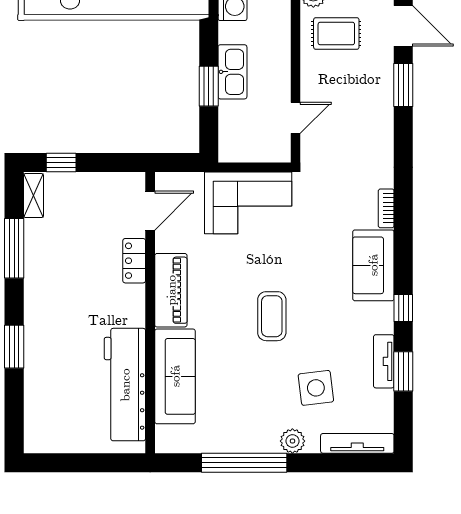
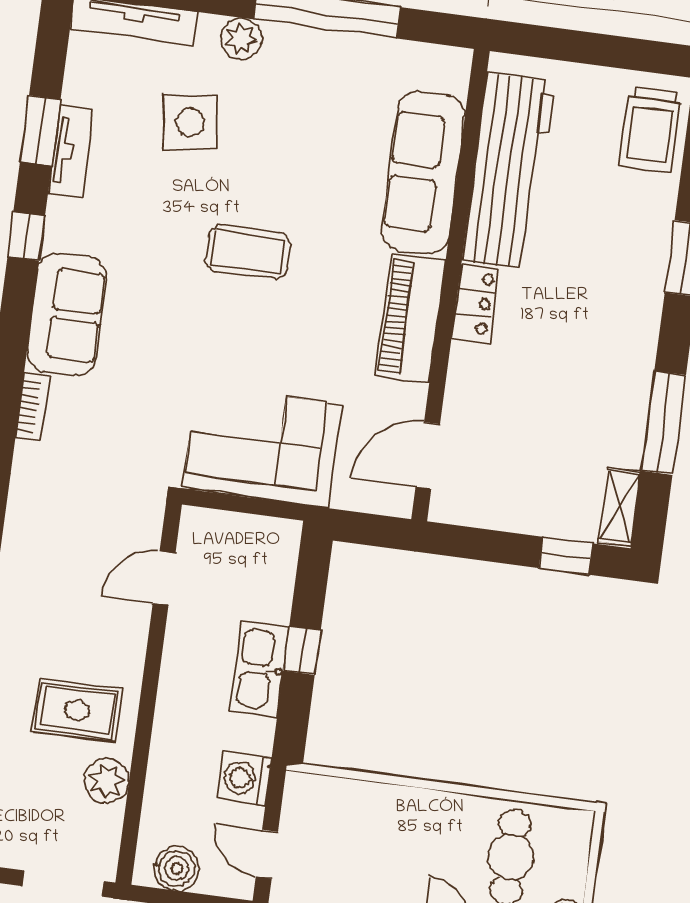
window: (209, 86) -> (302, 650), width x0.67
locker: (134, 261) -> (475, 303), moved
coffee table: (272, 316) -> (248, 252), turned 90
trolley: (45, 420) -> (651, 129), added

